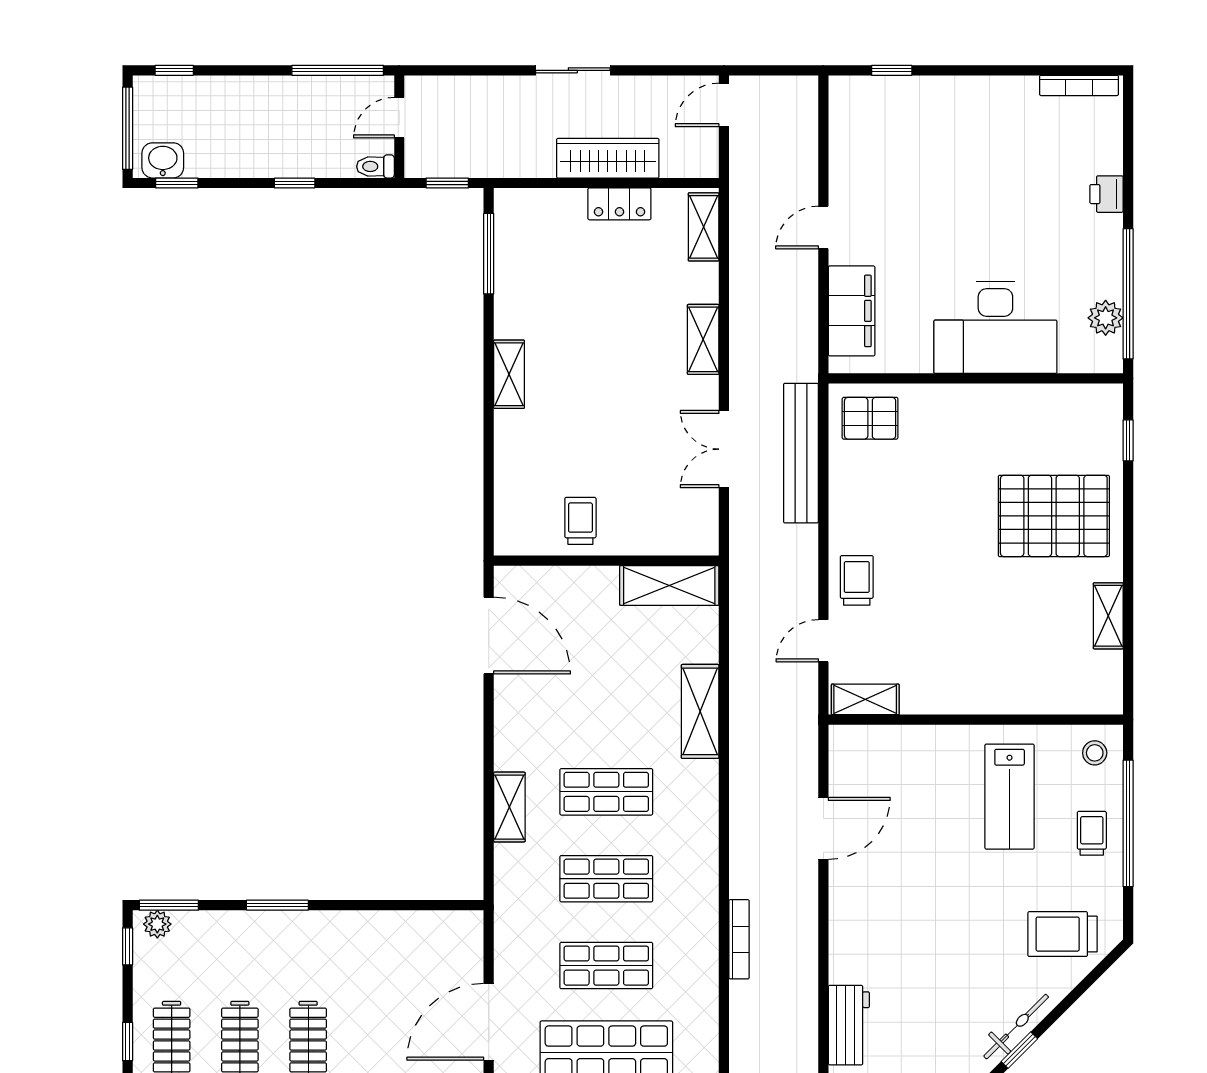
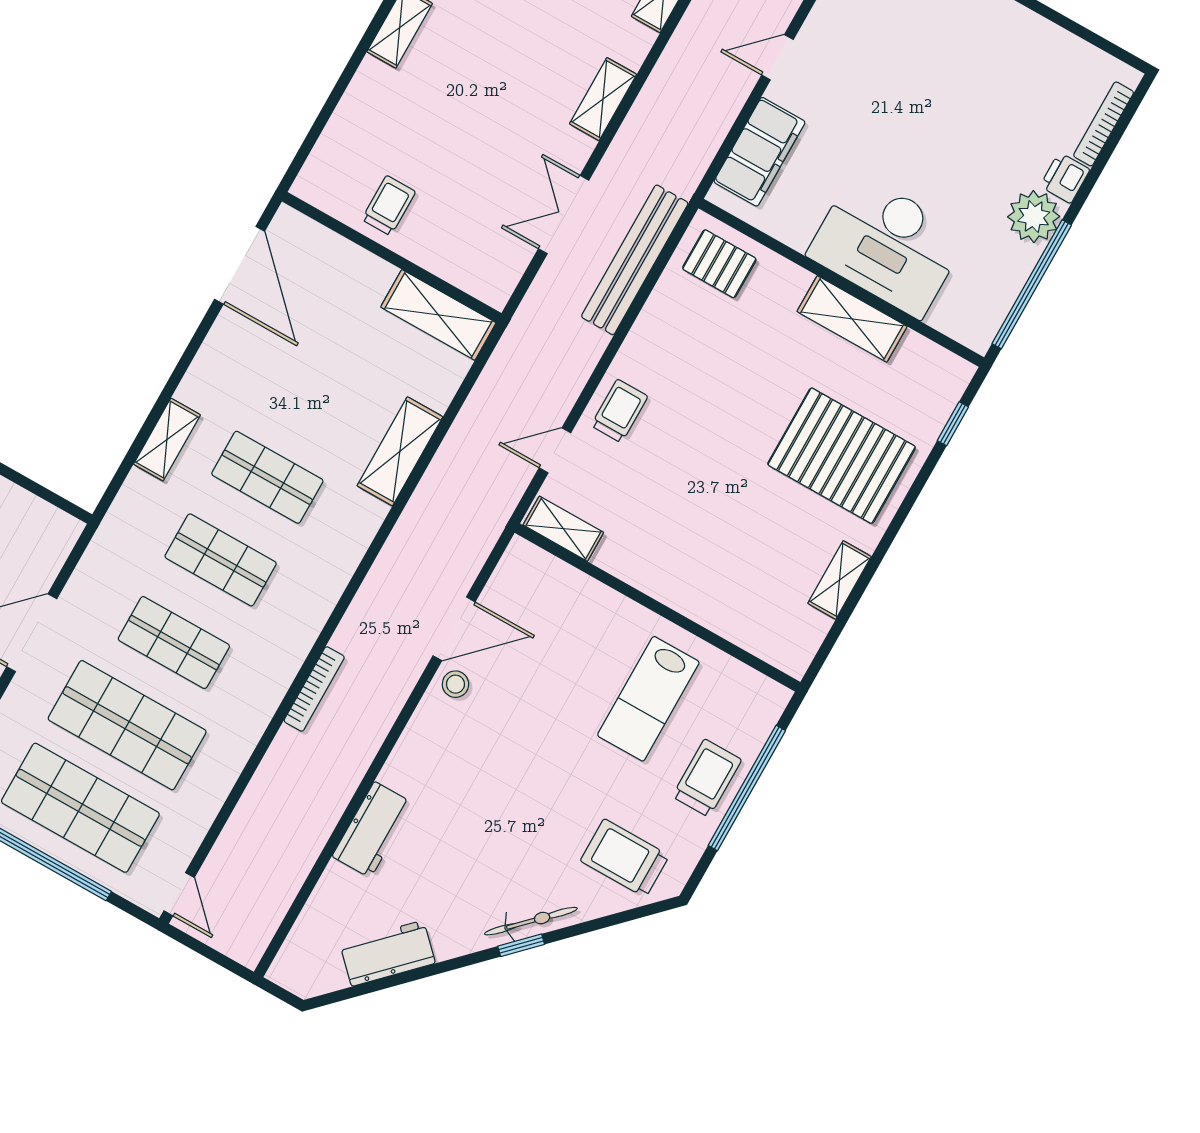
bookcase: (1079, 85) -> (1104, 124), moved, turned 90
plant: (1106, 318) -> (1034, 217), moved, width x1.36, depth x1.36
shelving: (1001, 402) -> (852, 319), added
stool: (1095, 753) -> (455, 684), moved
trolley: (1092, 833) -> (707, 778), width x1.36, depth x1.39

